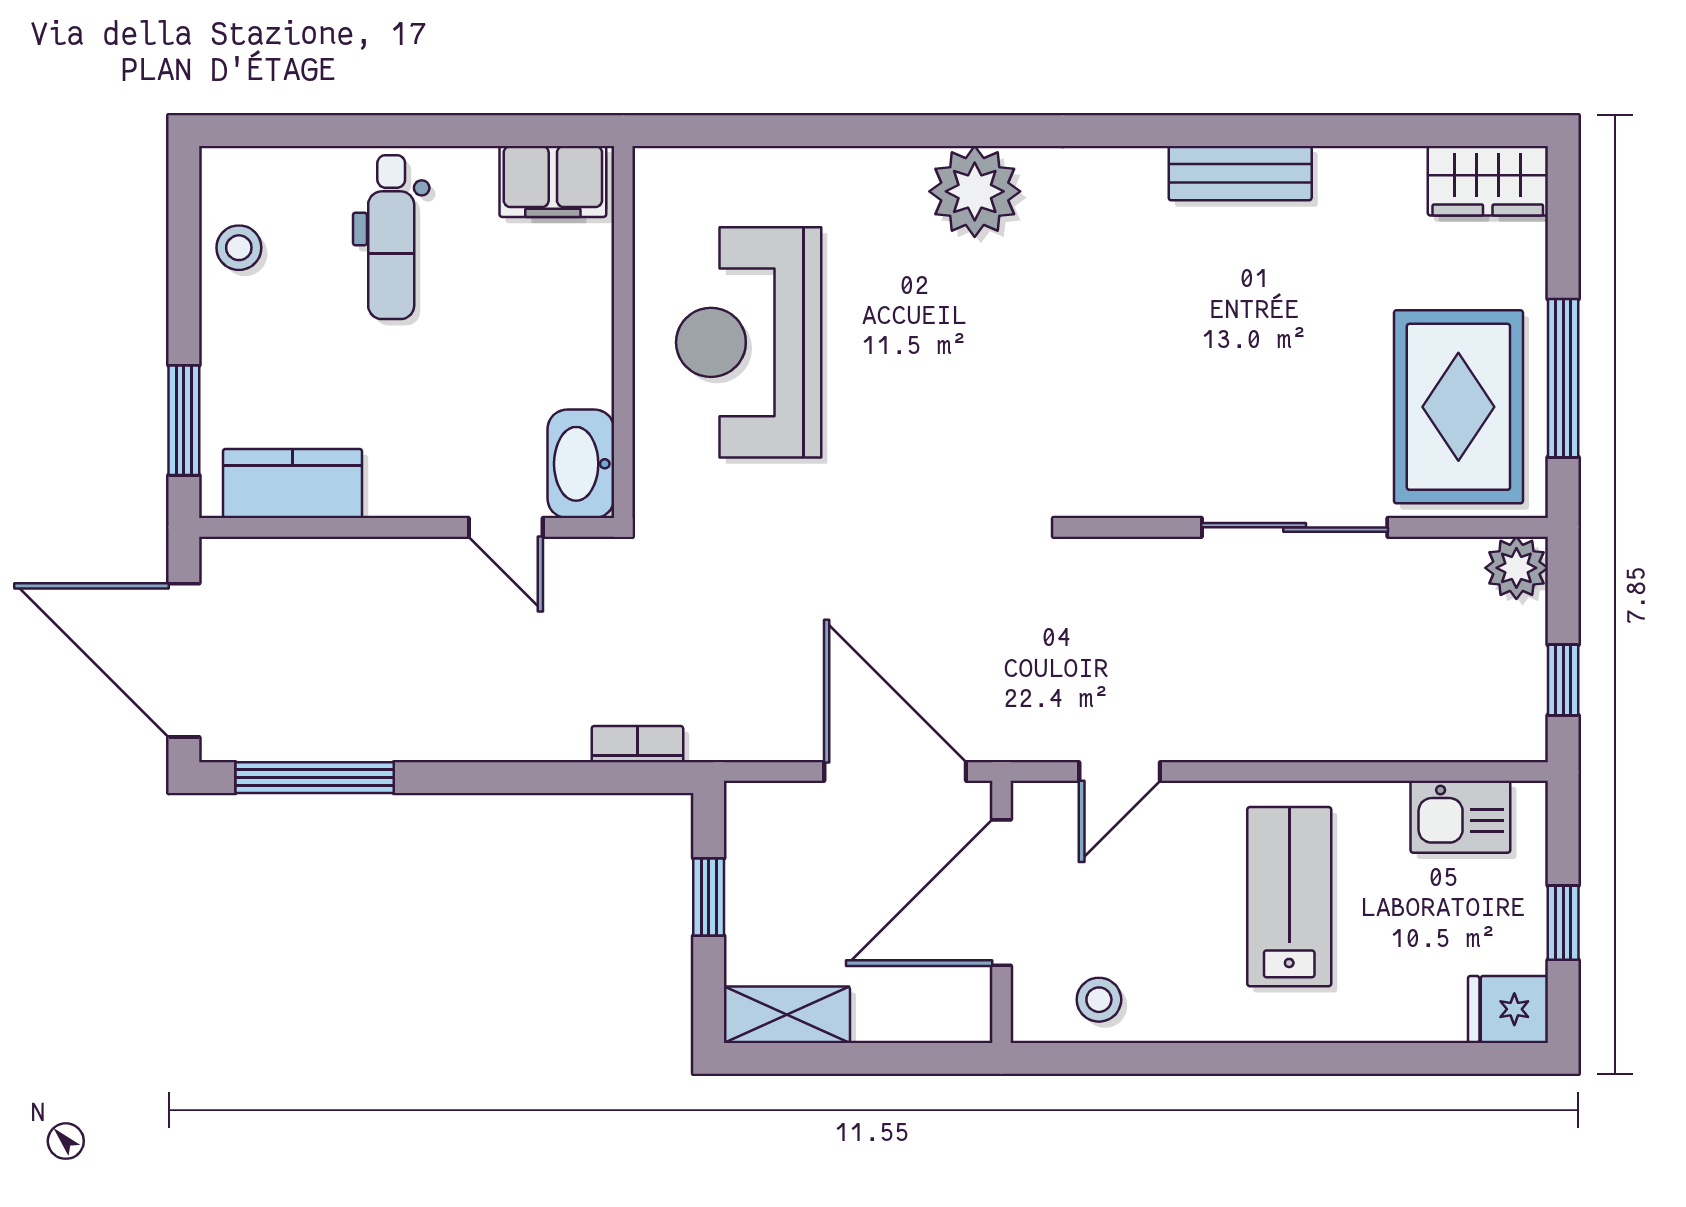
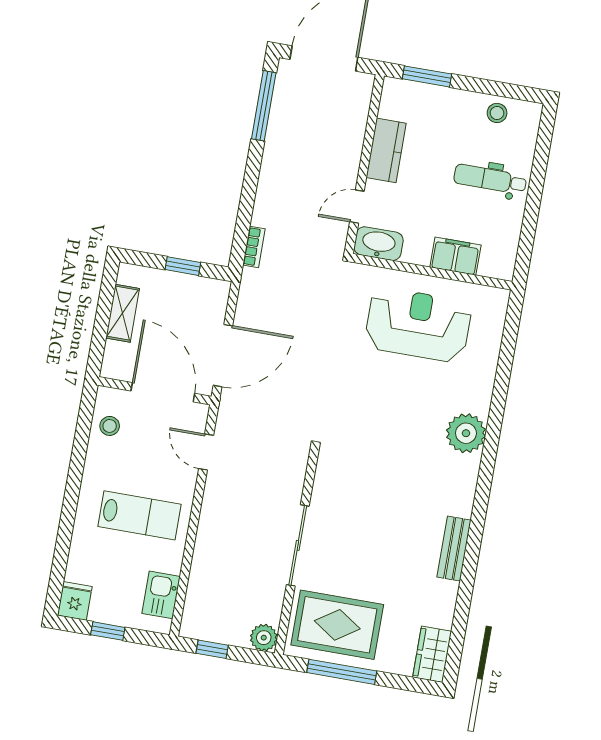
filing cabinet: (553, 182) -> (455, 256), moved, turned 90
kitchen counter: (293, 484) -> (386, 150), moved
shelving: (787, 1015) -> (123, 313), moved

